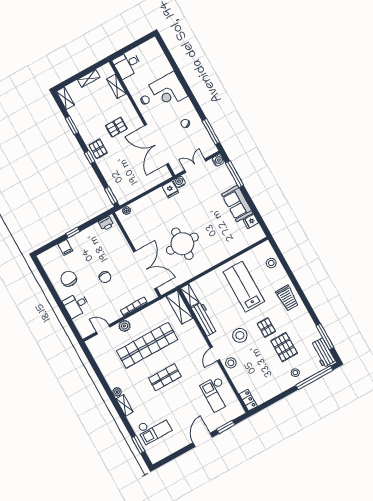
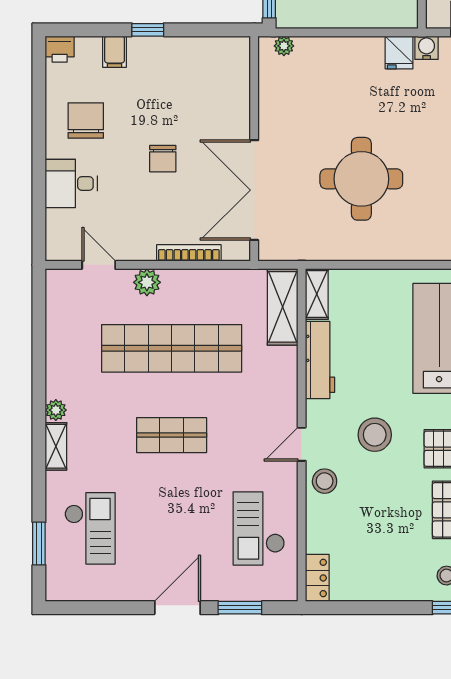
printer: (106, 223) -> (60, 49), moved
double door: (145, 270) -> (254, 190), swing flipped
checkout: (154, 428) -> (90, 528), turned -90

